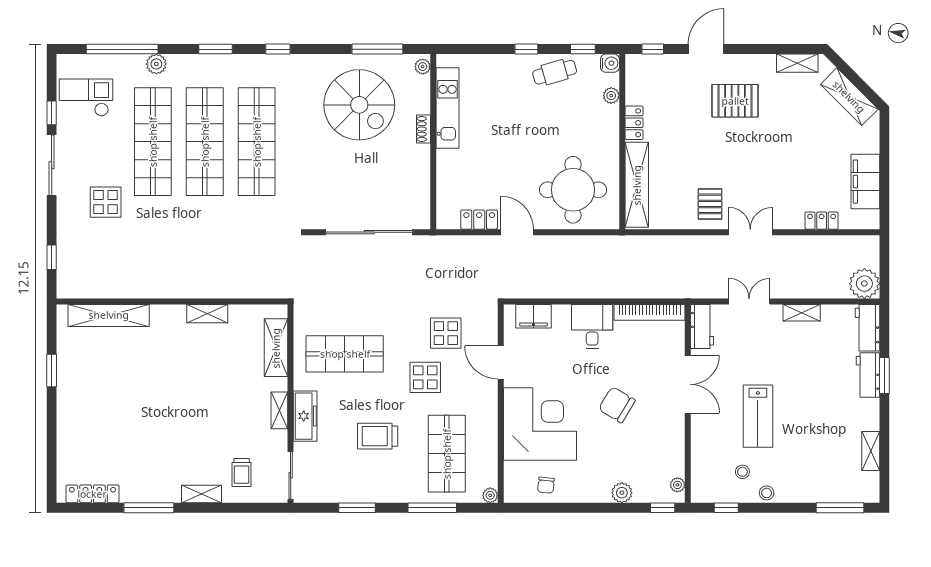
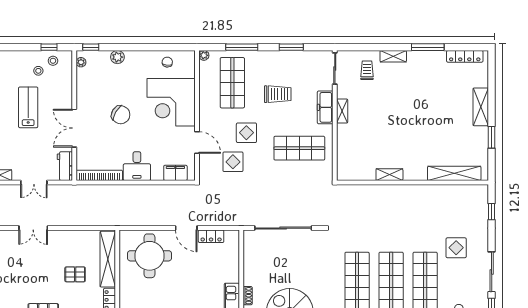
pallet: (710, 204) -> (75, 274), moved, turned 90
shelving: (276, 348) -> (481, 107), moved
stool: (767, 493) -> (53, 61), moved

